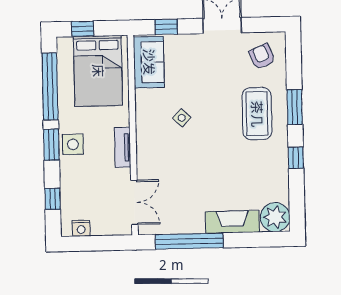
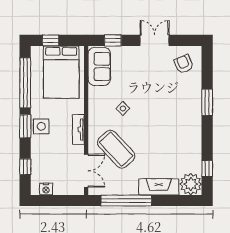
coffee table: (257, 114) -> (116, 149), moved, turned -43
window: (296, 158) -> (207, 168), moved

